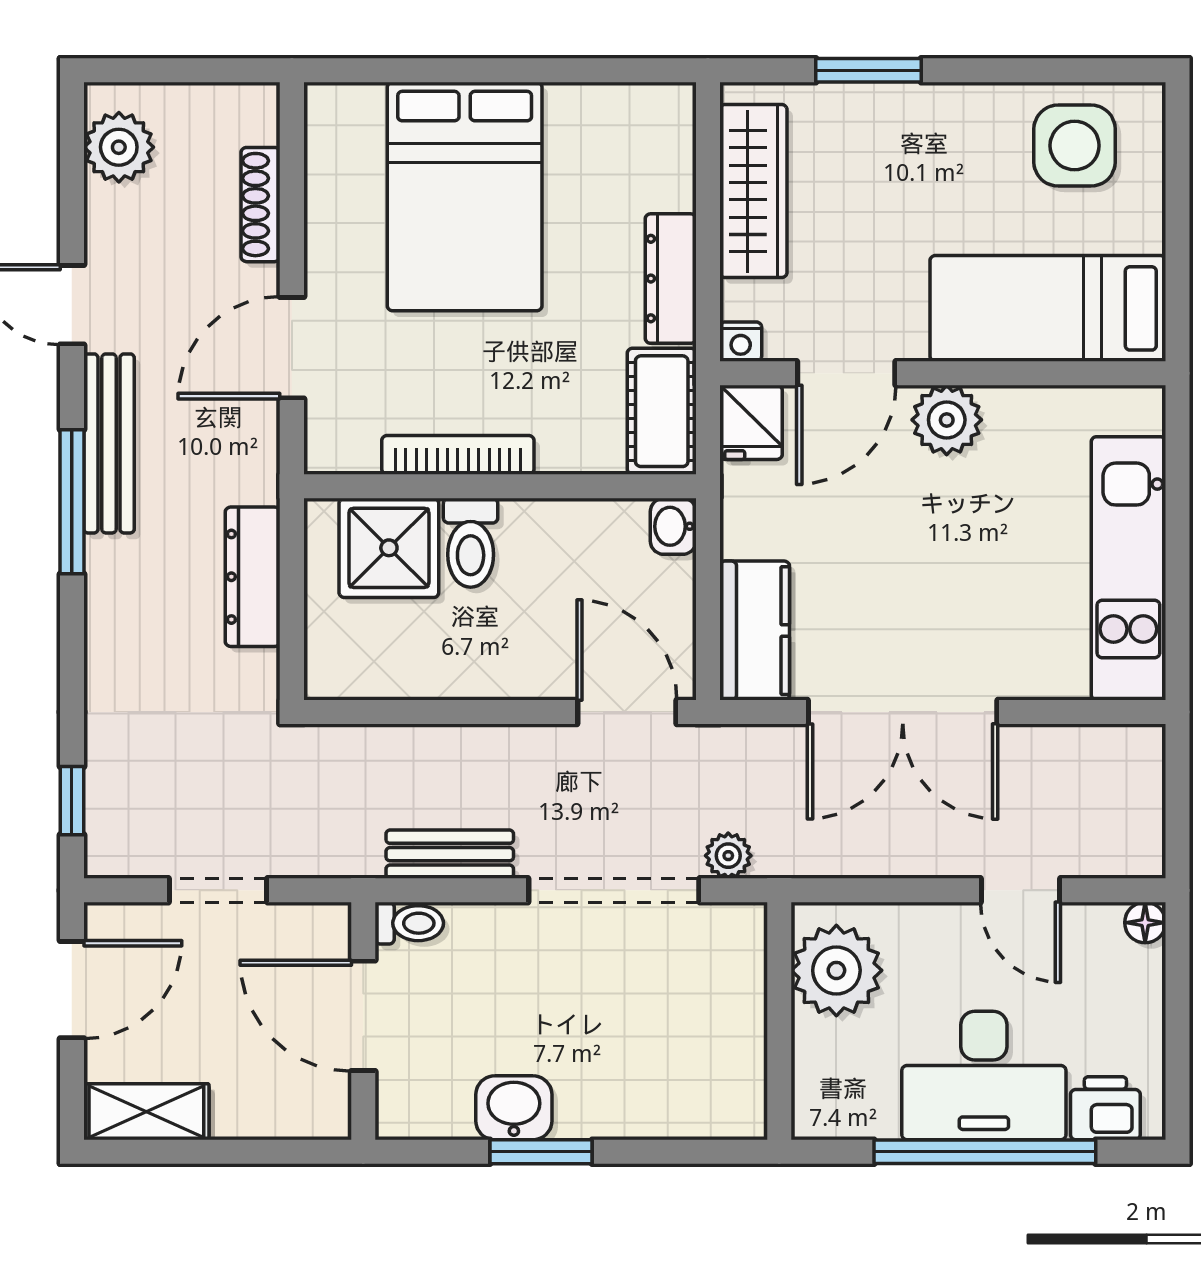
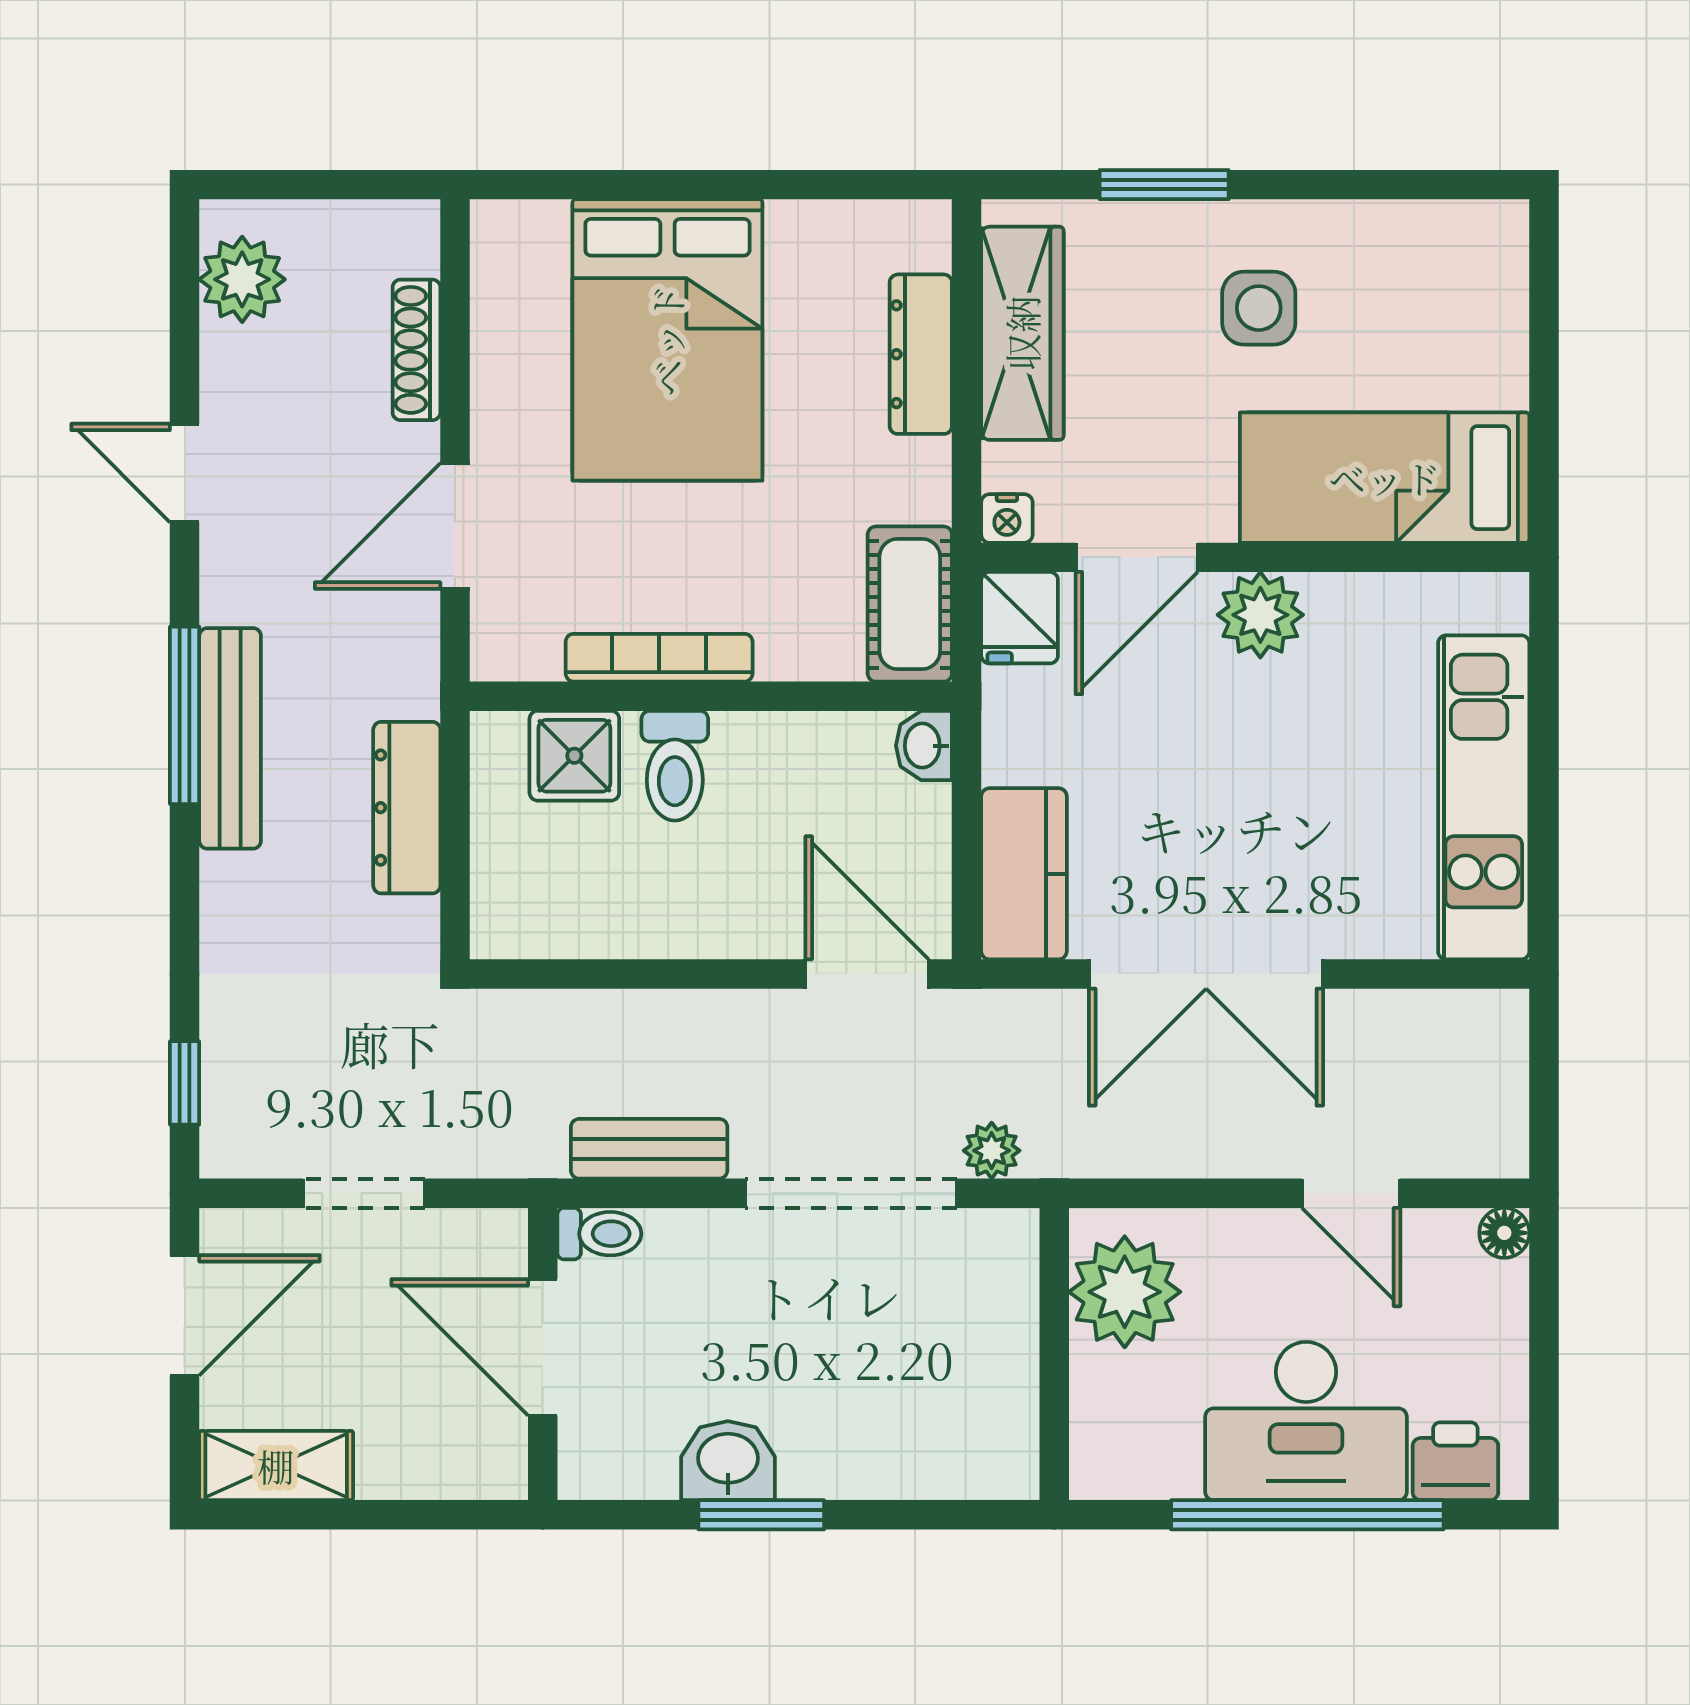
side table: (1075, 146) -> (1259, 308), moved, width x0.73, depth x0.73
dresser: (671, 279) -> (921, 354), moved
bench: (109, 443) -> (230, 738), moved
shower: (389, 548) -> (574, 756), width x0.73, depth x0.73

